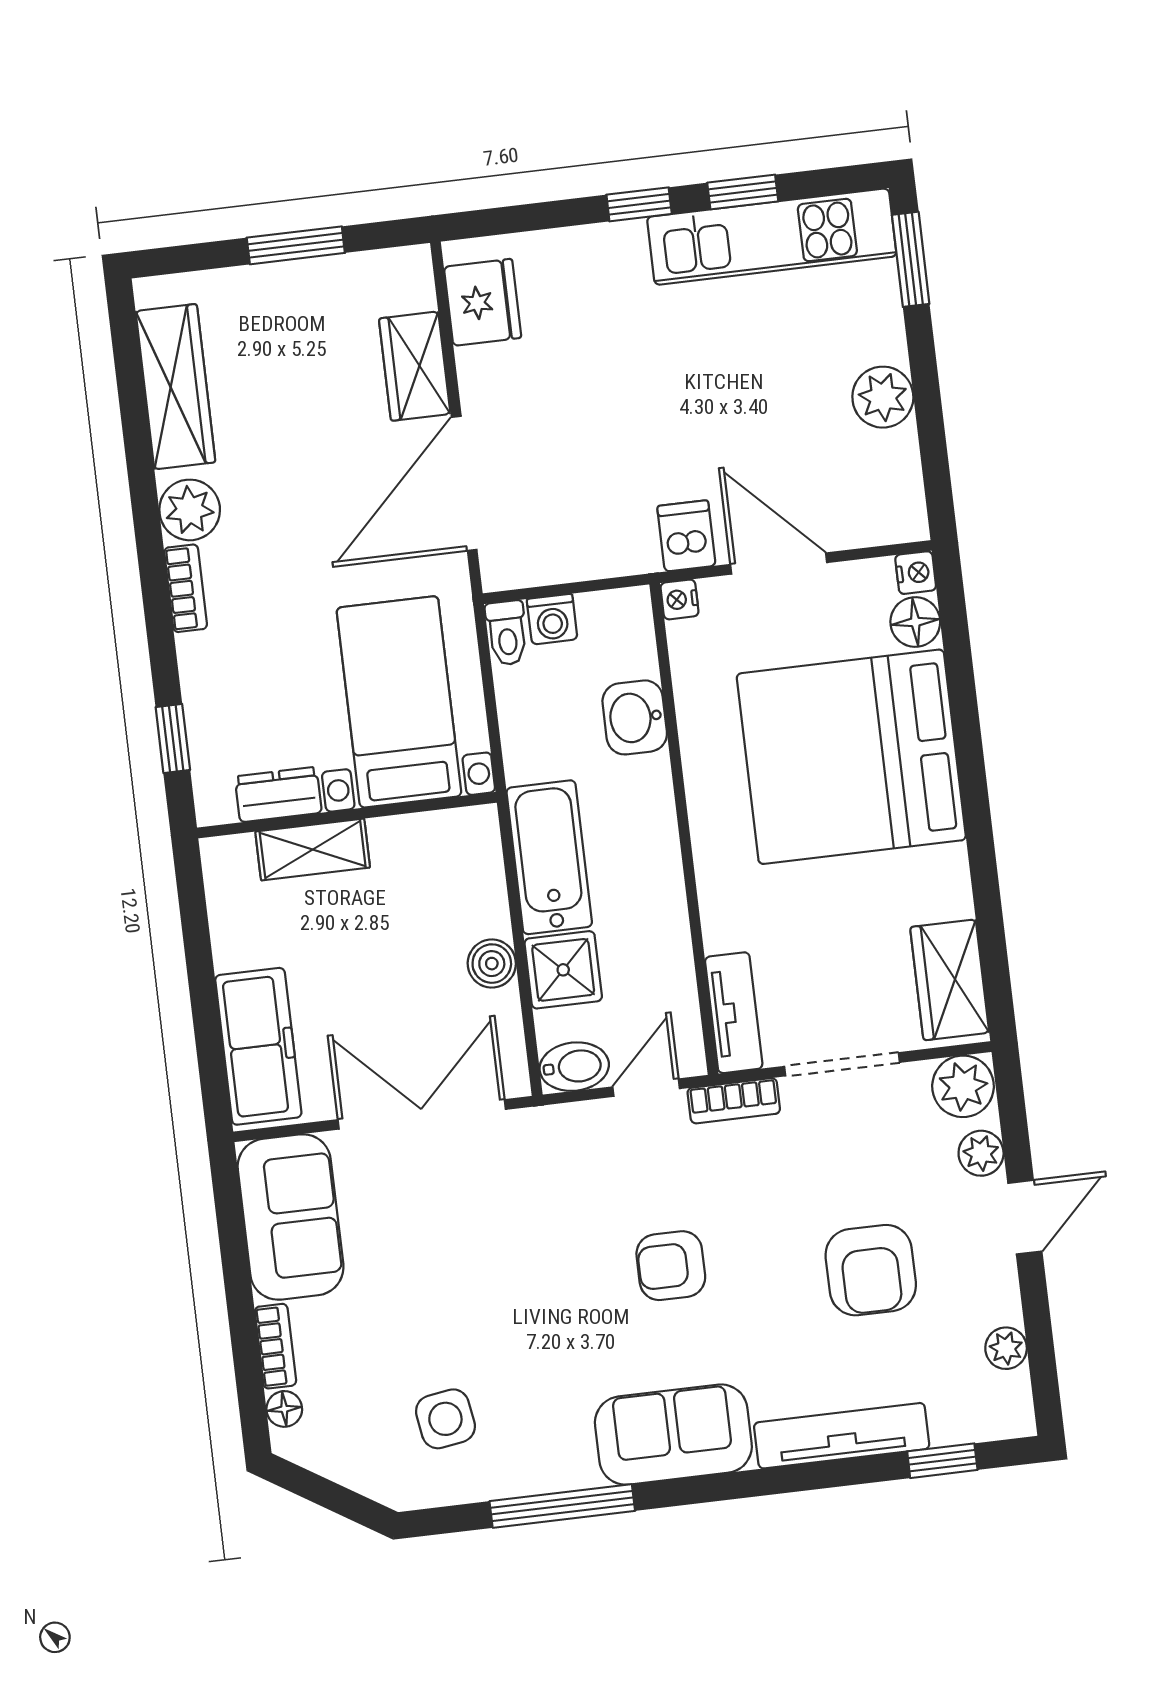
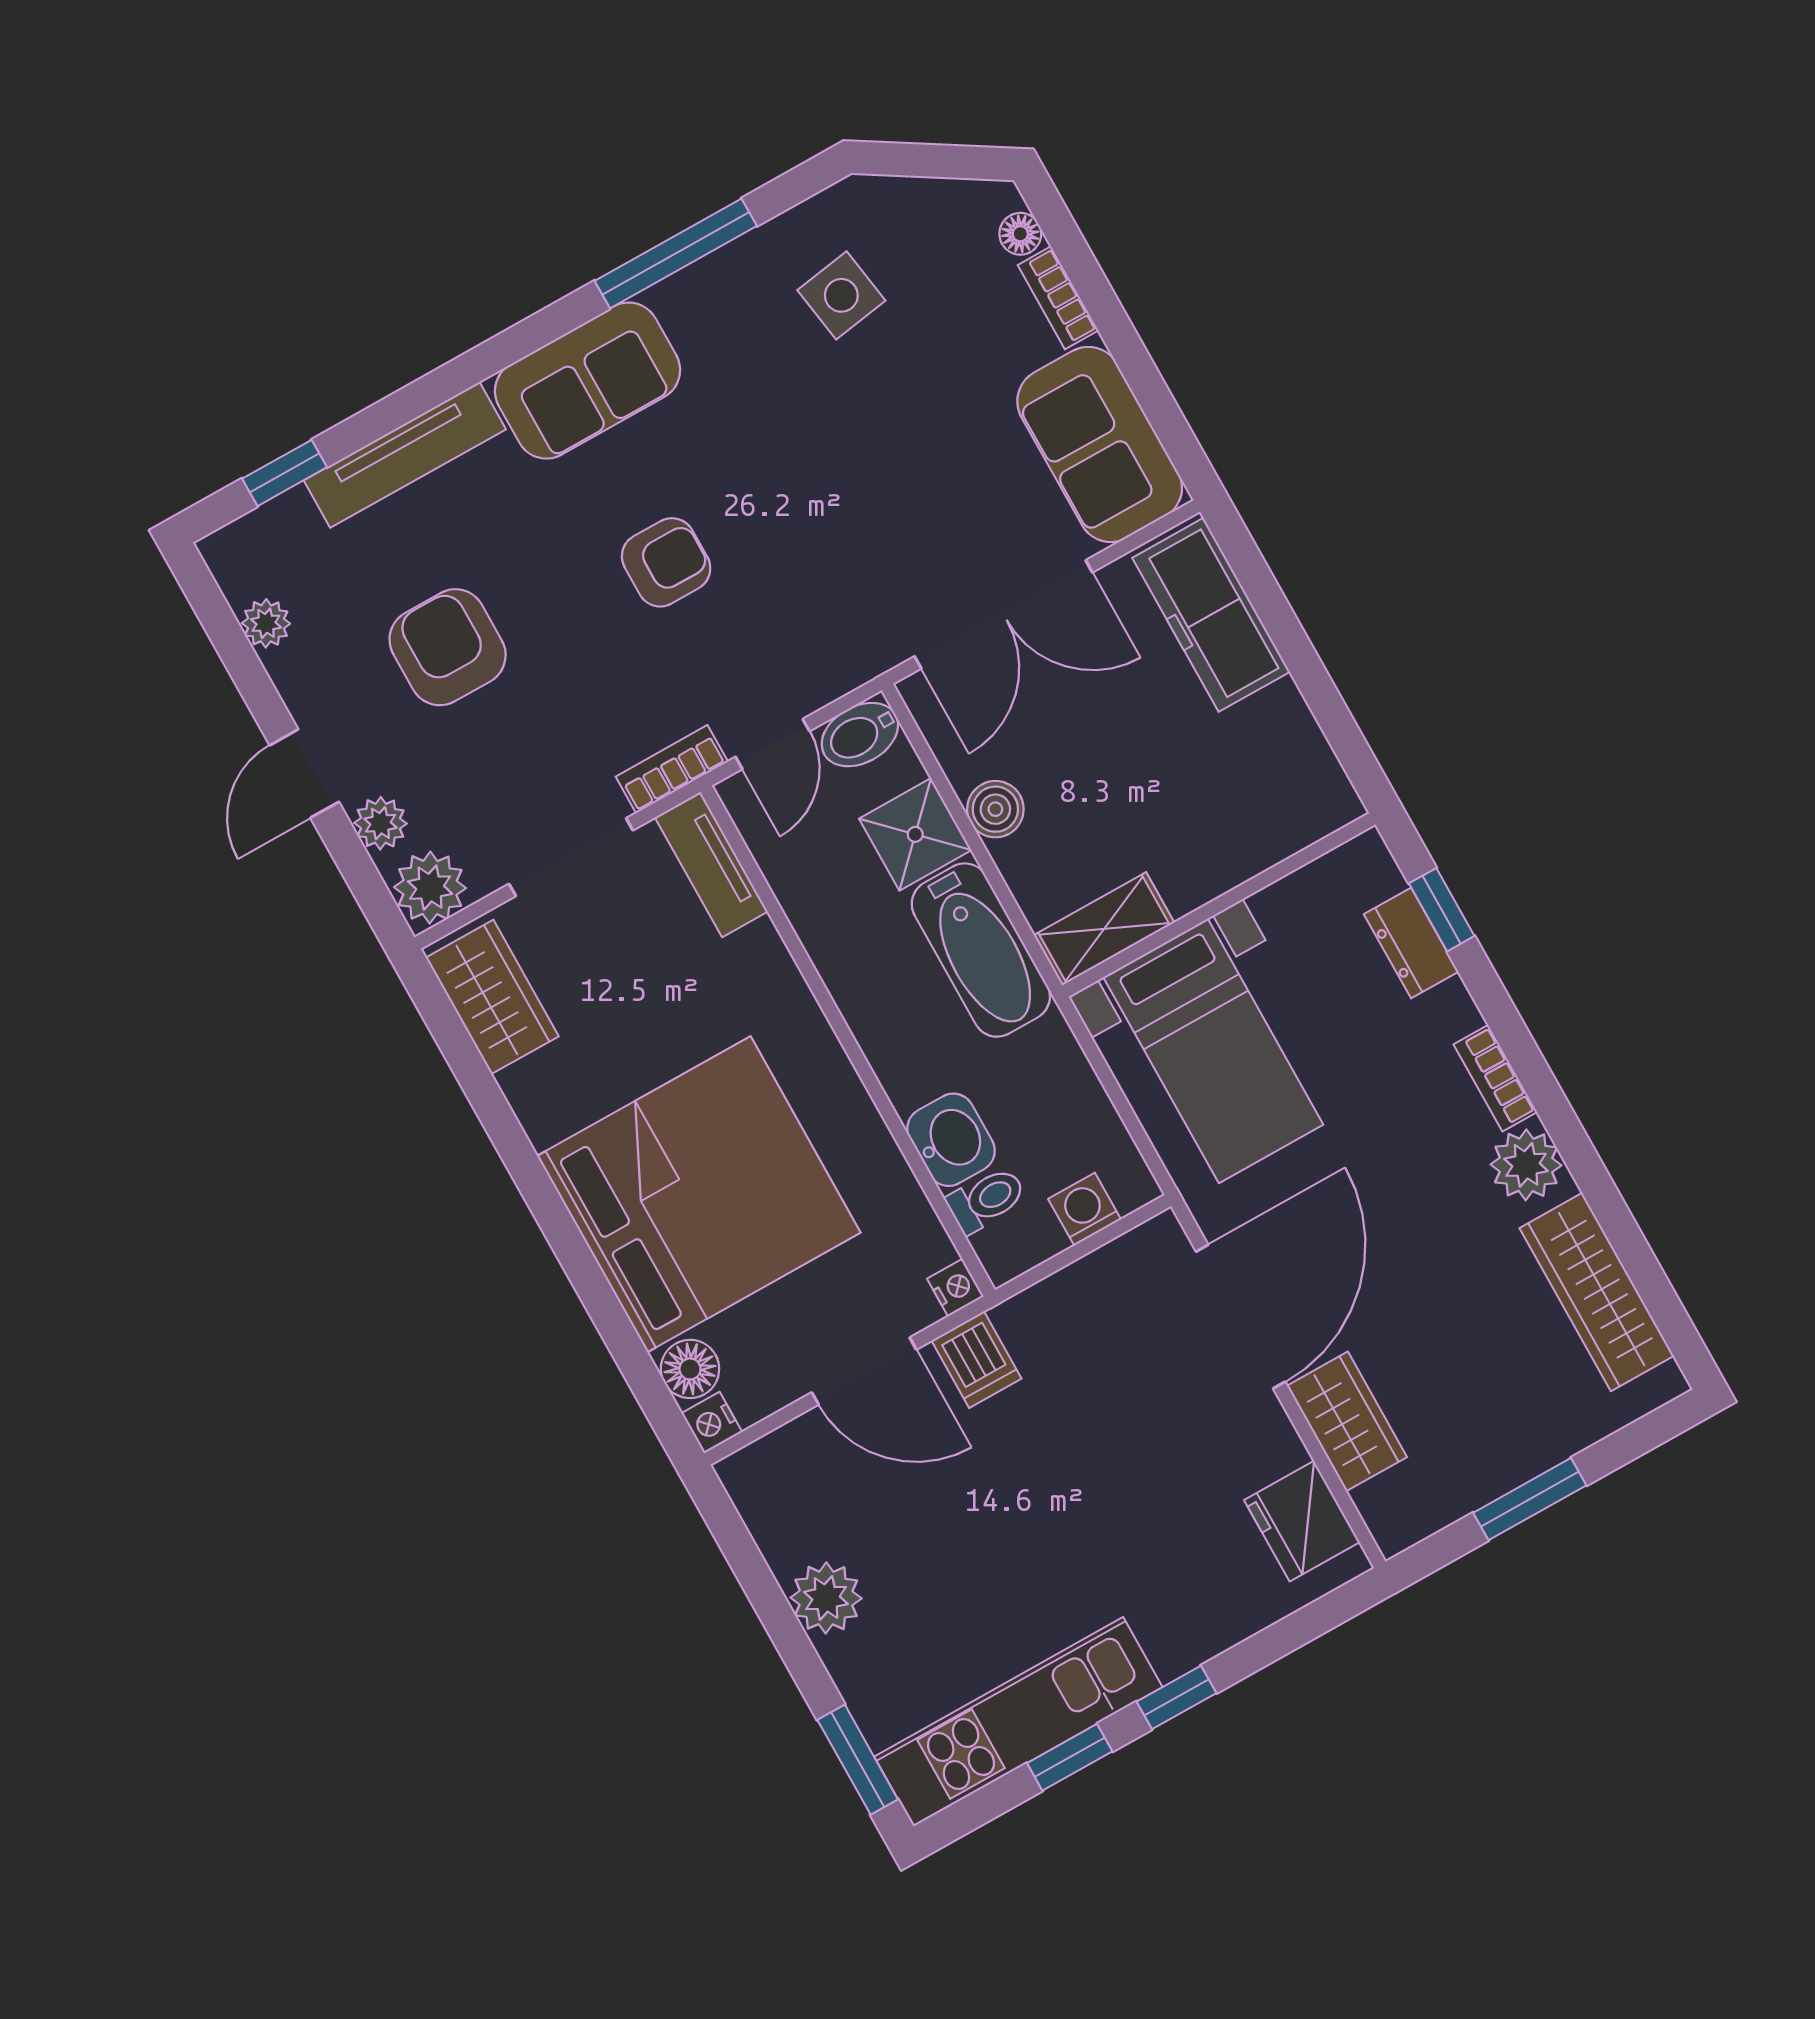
toilet: (507, 633) -> (986, 1200), moved, turned 90
dresser: (278, 795) -> (1411, 943), moved, turned 90
shelving: (313, 850) -> (1104, 929), moved

